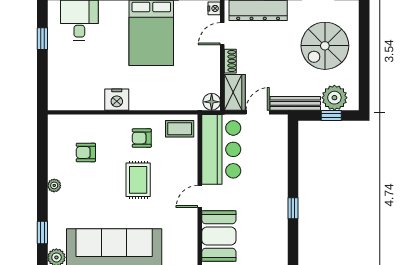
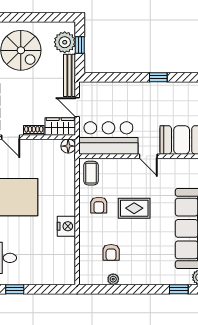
plant: (54, 185) -> (113, 279), moved

